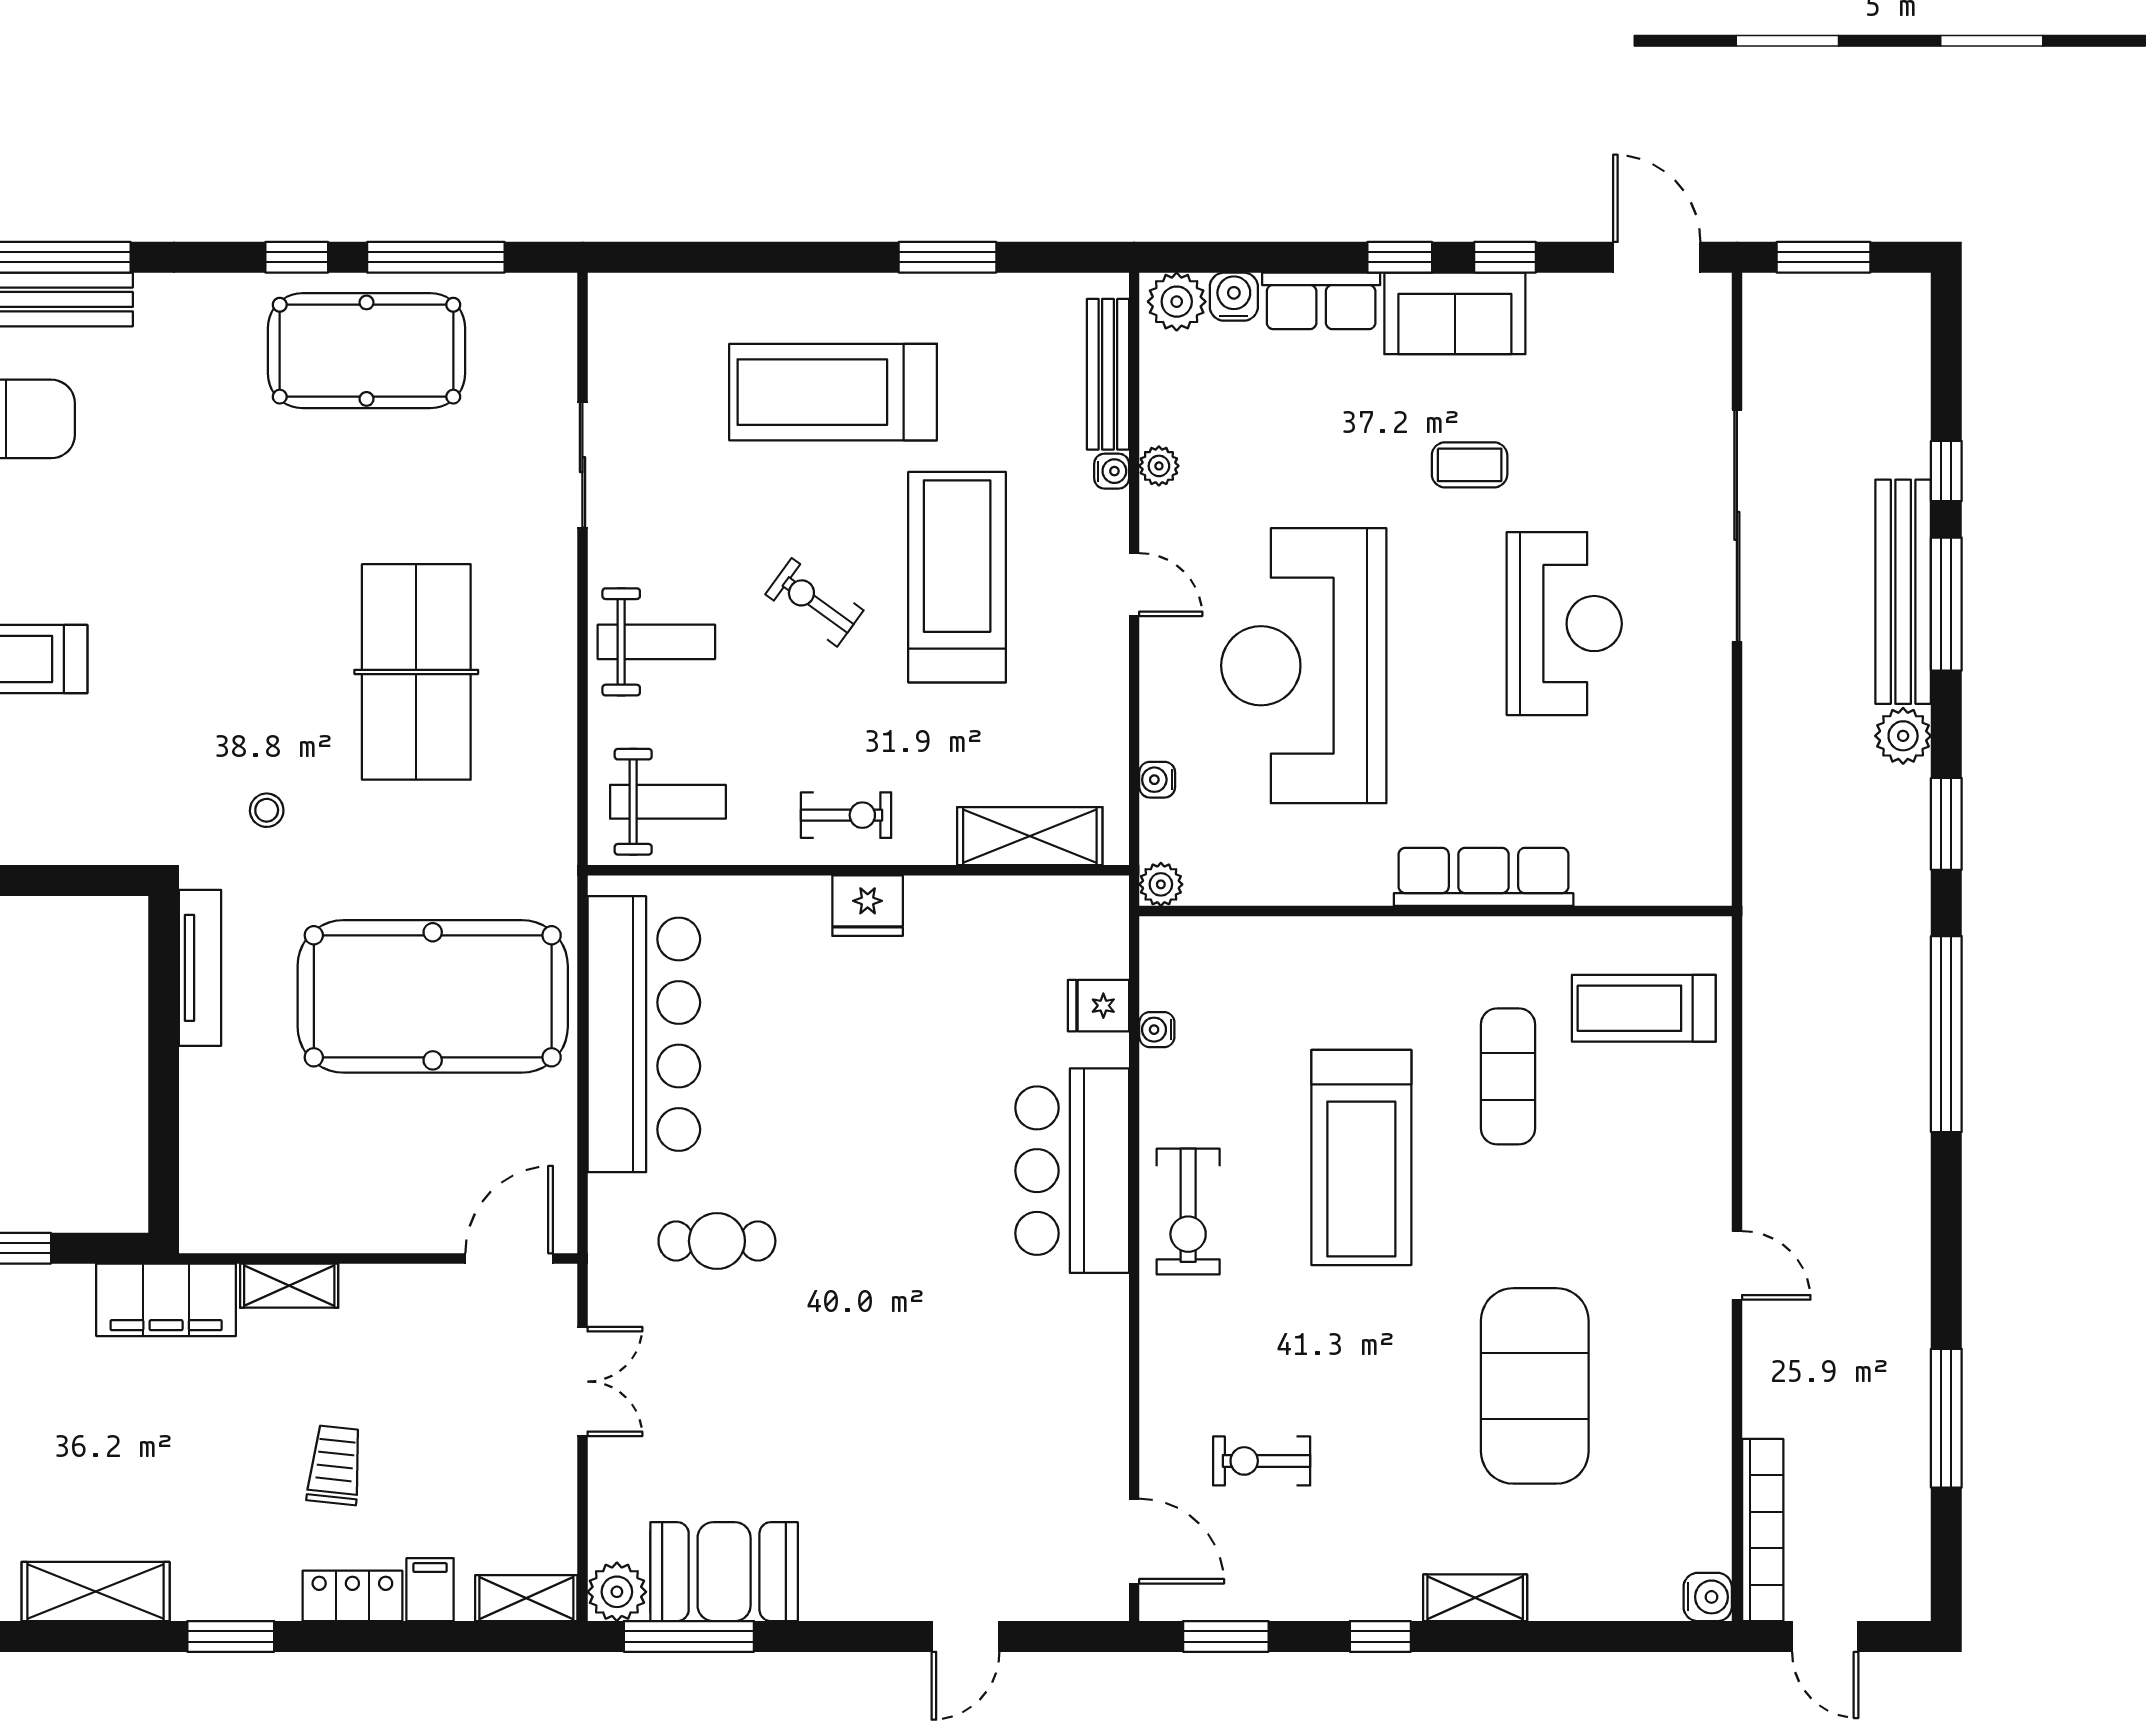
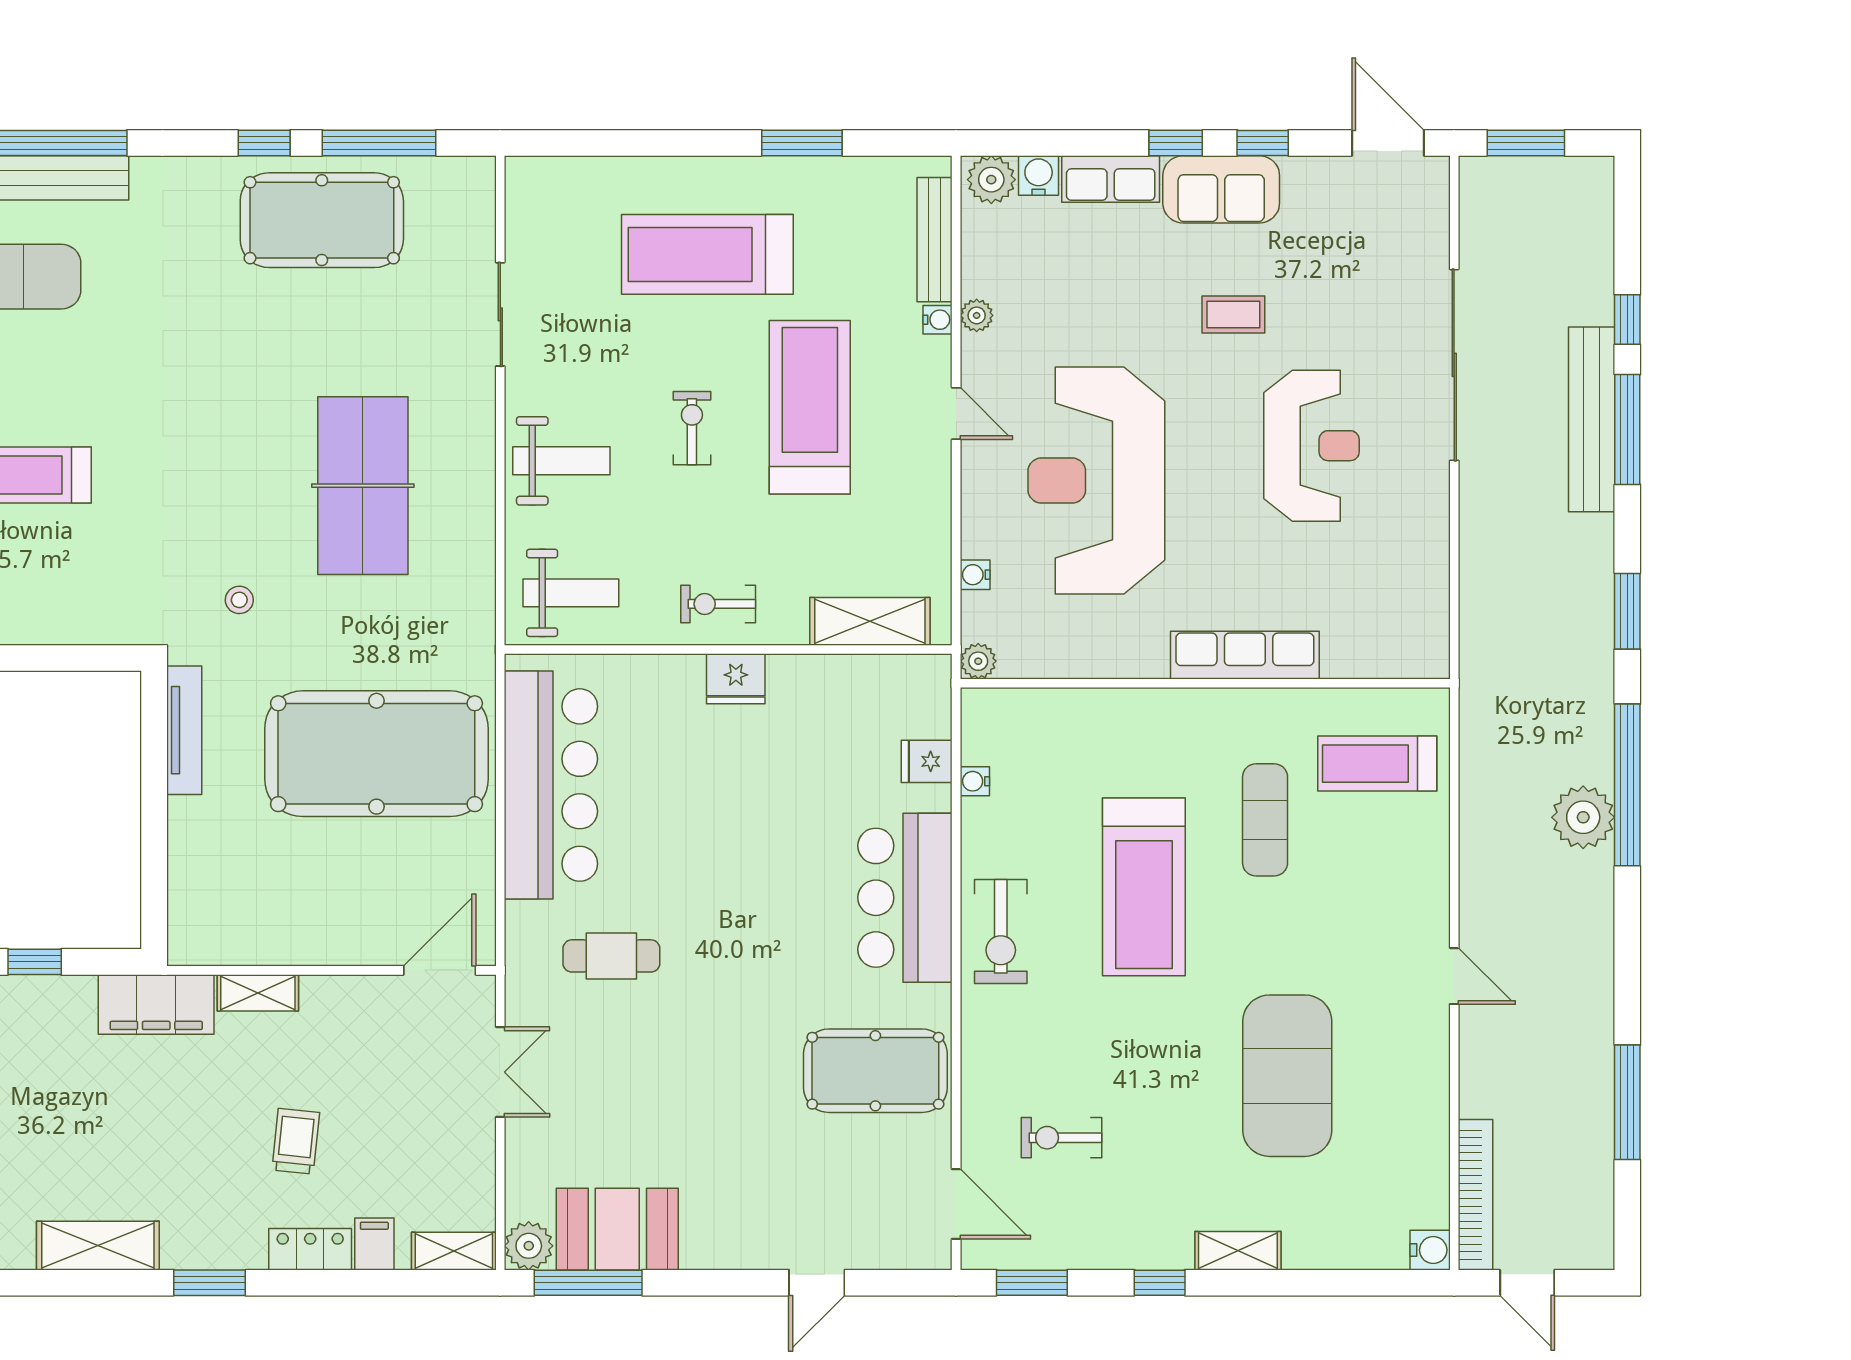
exercise bike: (814, 602) -> (692, 428), turned 54
plant: (1903, 736) -> (1583, 817), moved, width x1.36, depth x1.36
exercise bike: (846, 815) -> (718, 604), turned 180
pool table: (1036, 1380) -> (875, 1071), added

